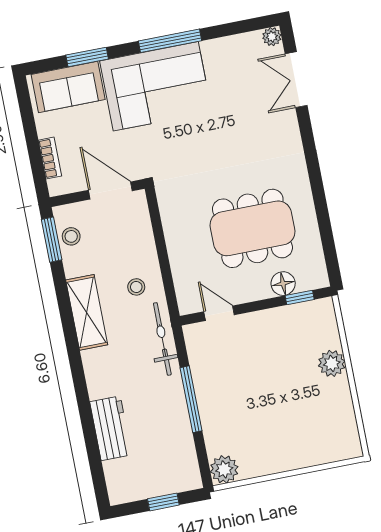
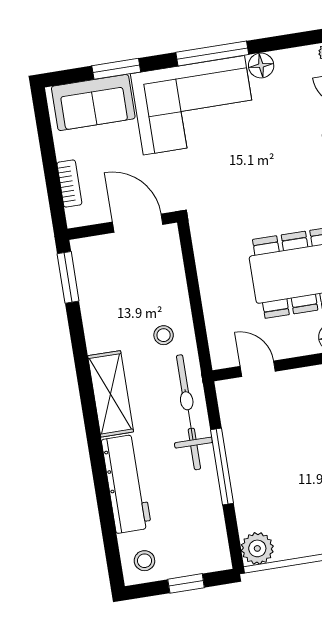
floor lamp: (213, 50) -> (261, 65), added
stool: (71, 236) -> (144, 561), moved
shelving: (87, 312) -> (111, 394), moved
bicycle: (162, 339) -> (189, 412), width x1.37, depth x1.40
workbench: (111, 428) -> (126, 484), width x1.38

